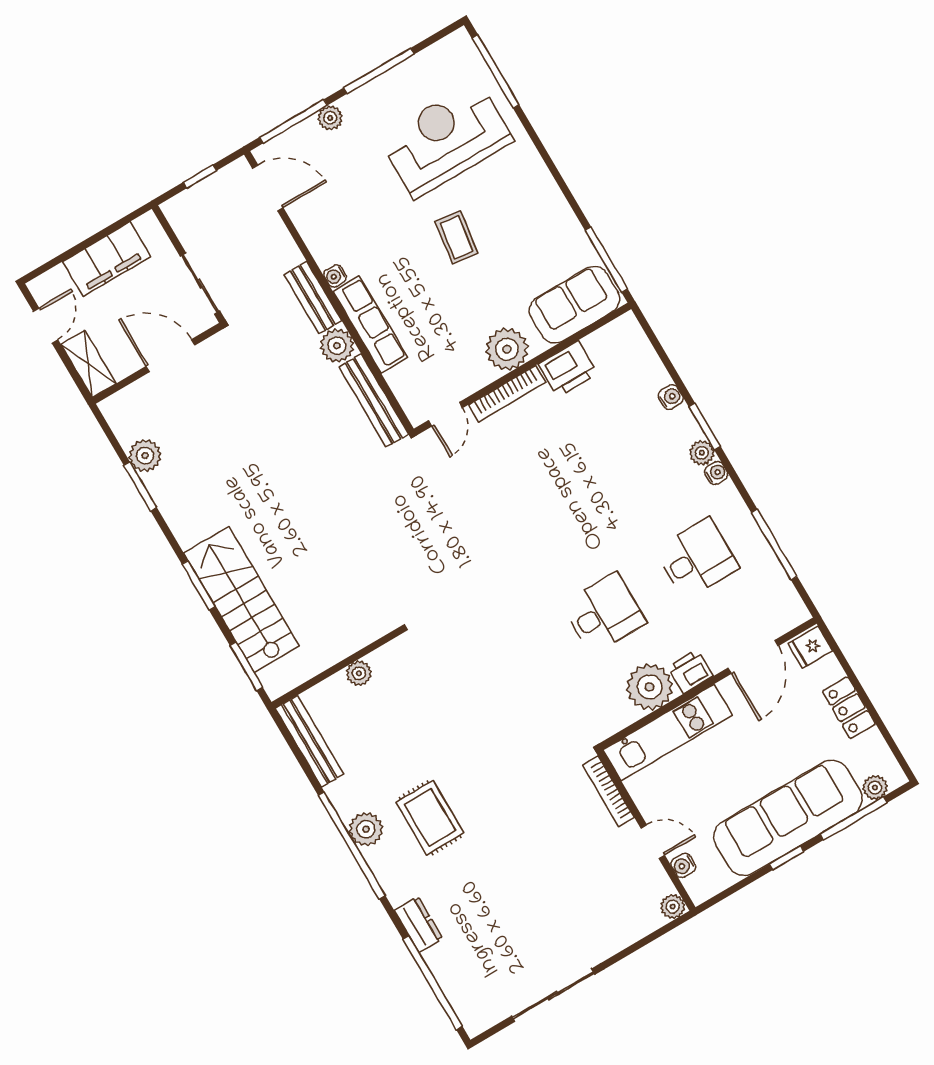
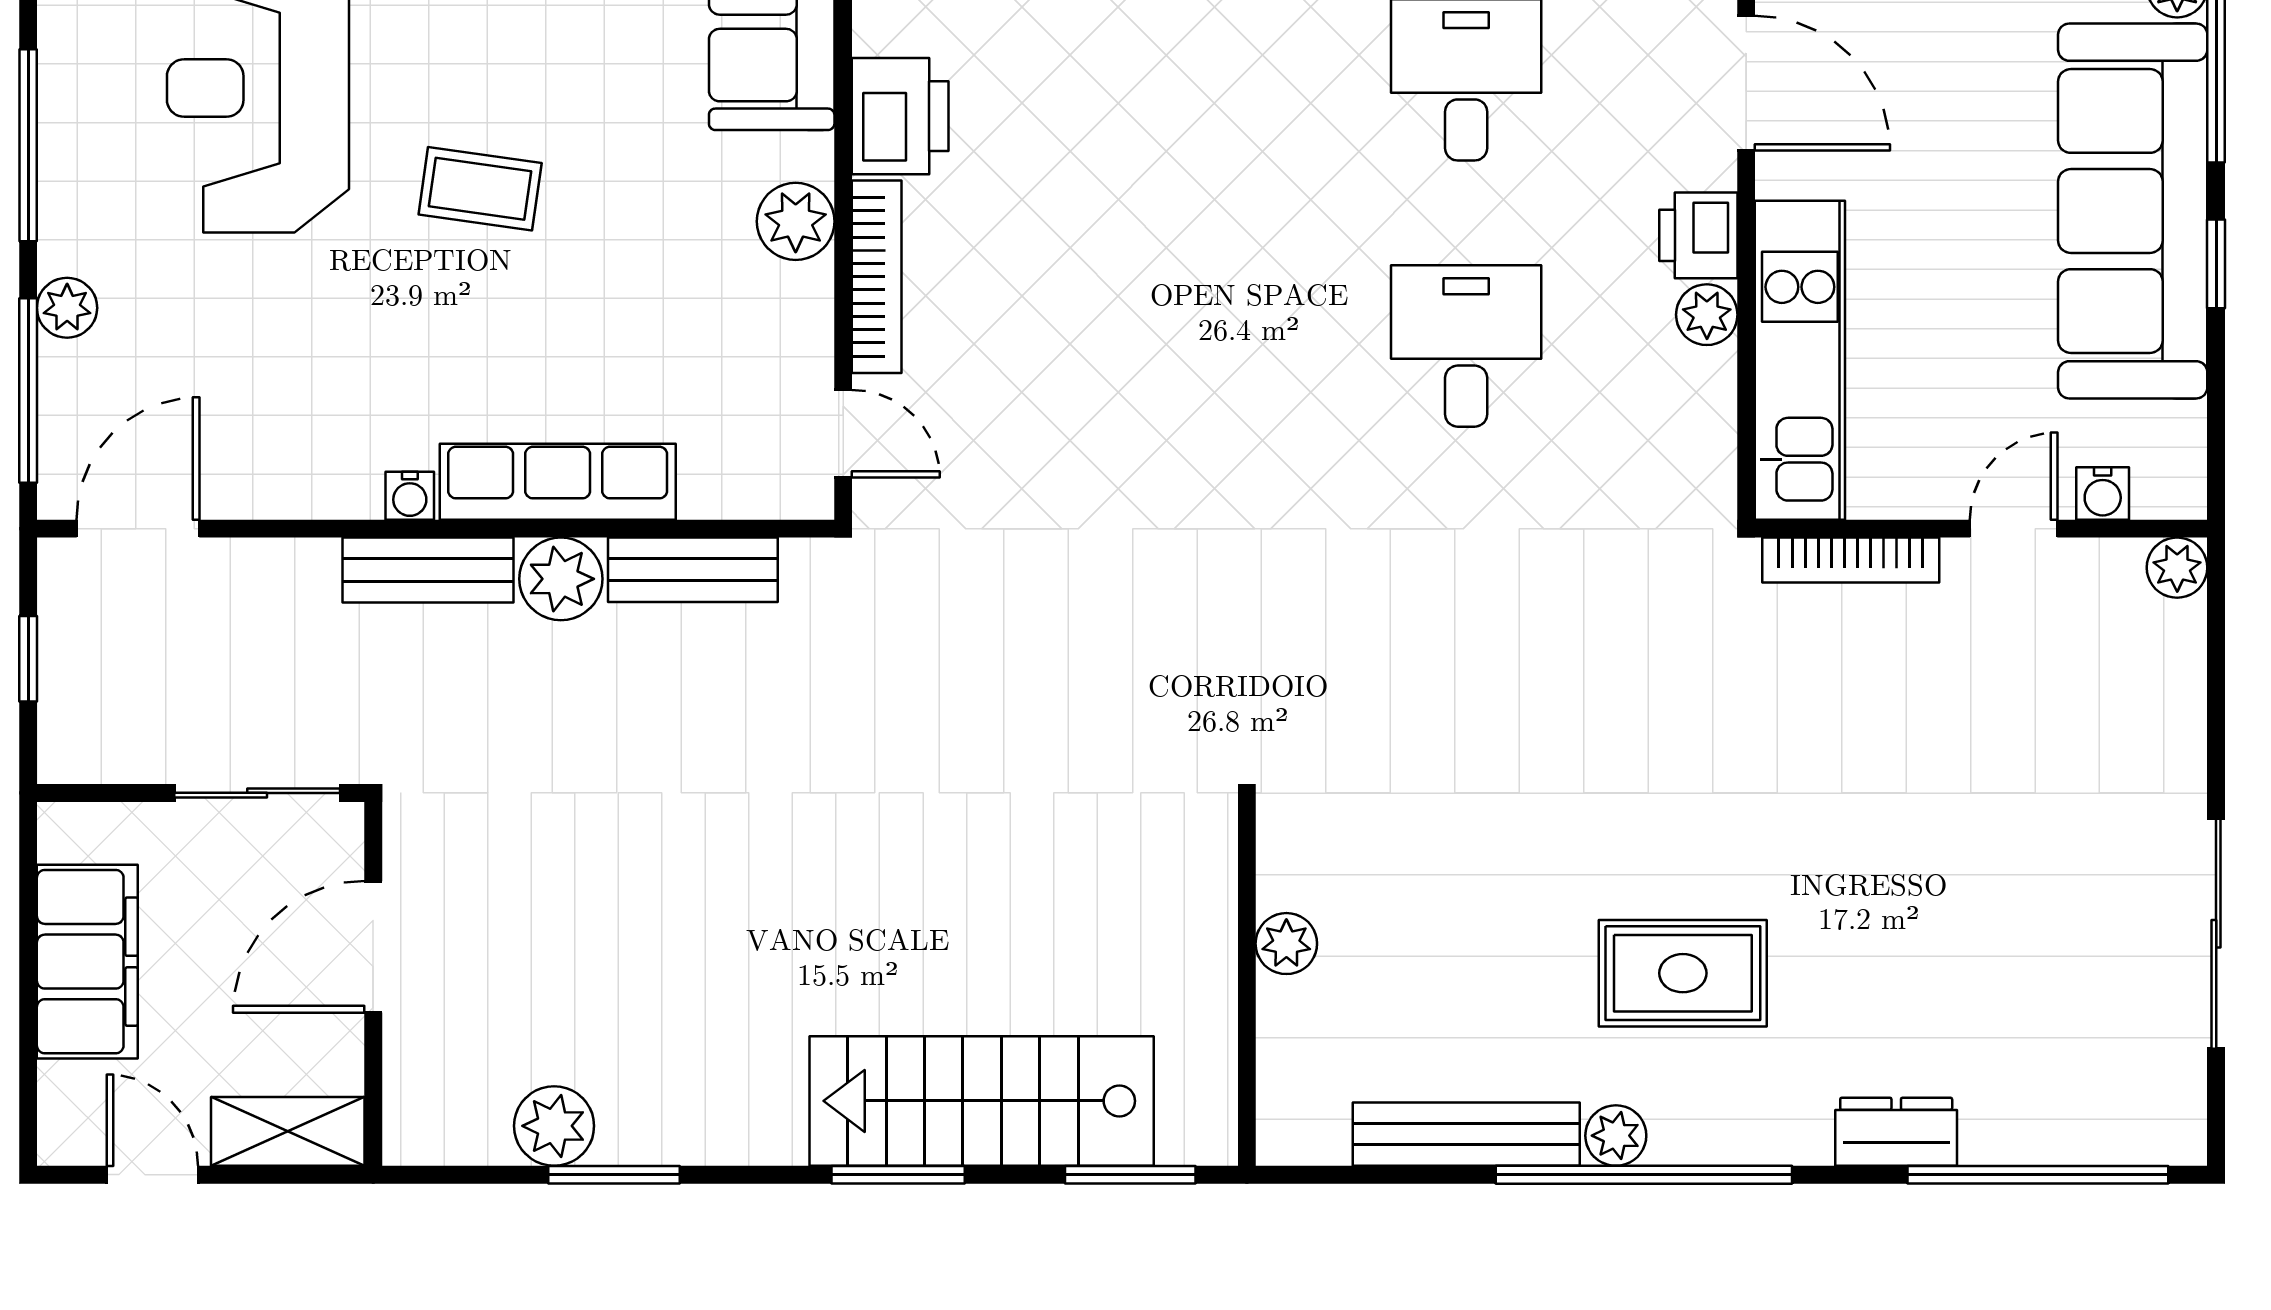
plant: (507, 349) -> (796, 221), width x0.73, depth x0.73
bench: (374, 400) -> (693, 570), width x0.73
plant: (650, 687) -> (1707, 315), width x0.53, depth x0.53
bench: (309, 741) -> (1466, 1134), moved
plant: (366, 829) -> (1616, 1136), width x0.73, depth x0.73

